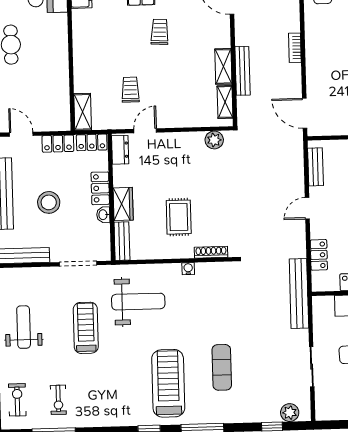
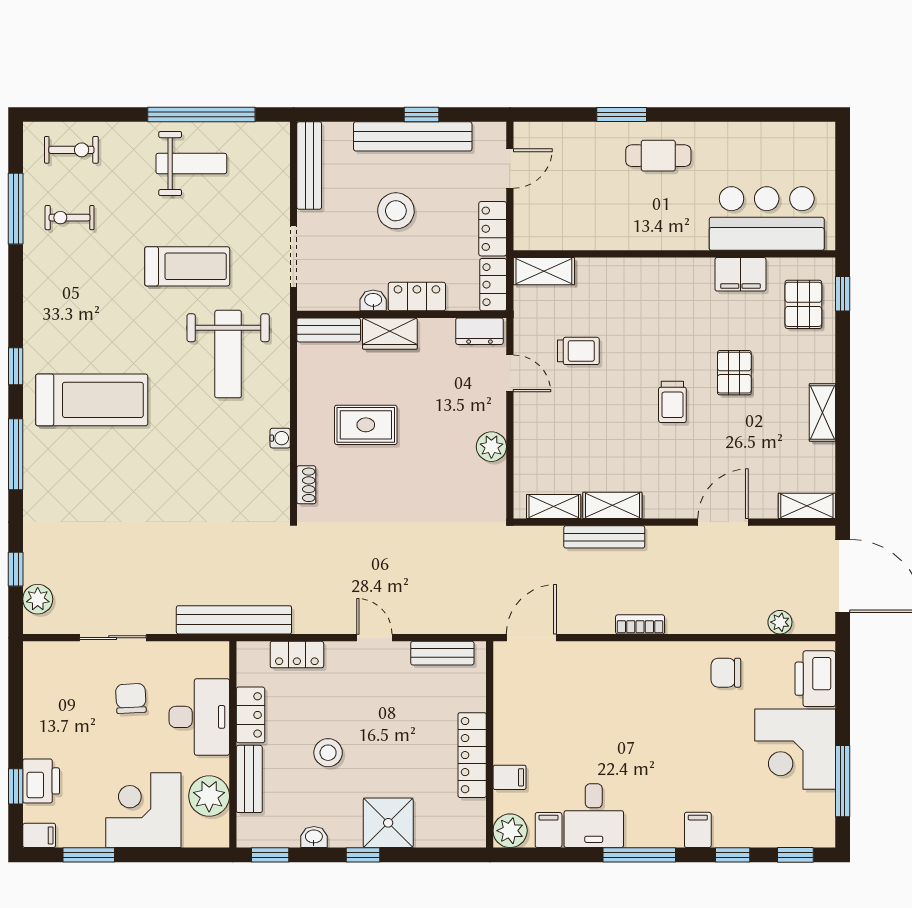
trolley: (160, 32) -> (672, 402), turned 87
plant: (214, 140) -> (491, 447), moved
shoe rack: (211, 252) -> (306, 485), width x0.70
exercise mat: (222, 367) -> (116, 489), removed

